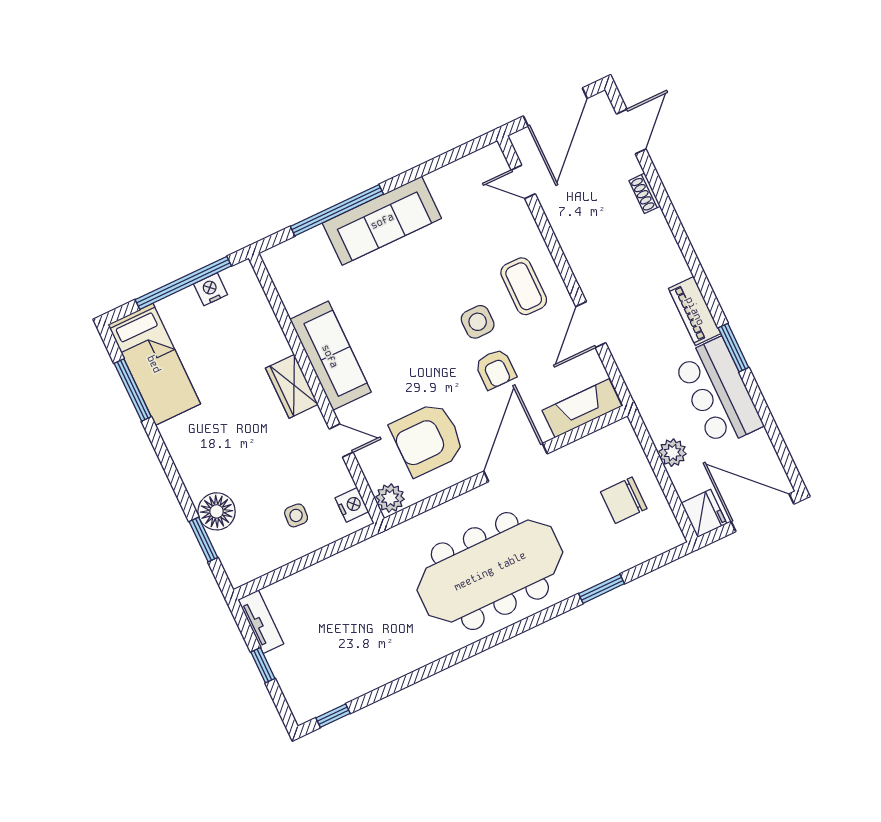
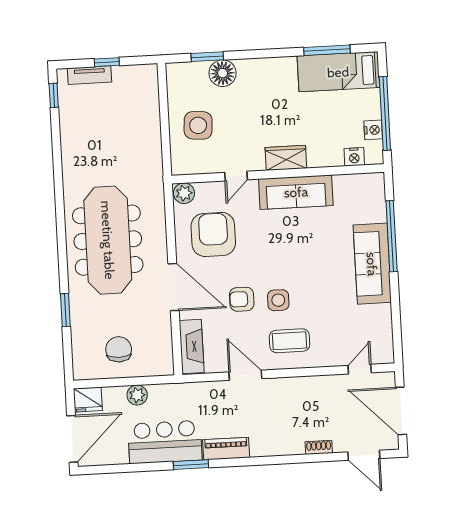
nightstand: (352, 505) -> (354, 157), moved
side table: (296, 515) -> (198, 125), width x1.87, depth x1.87
tv unit: (261, 622) -> (89, 75), moved

